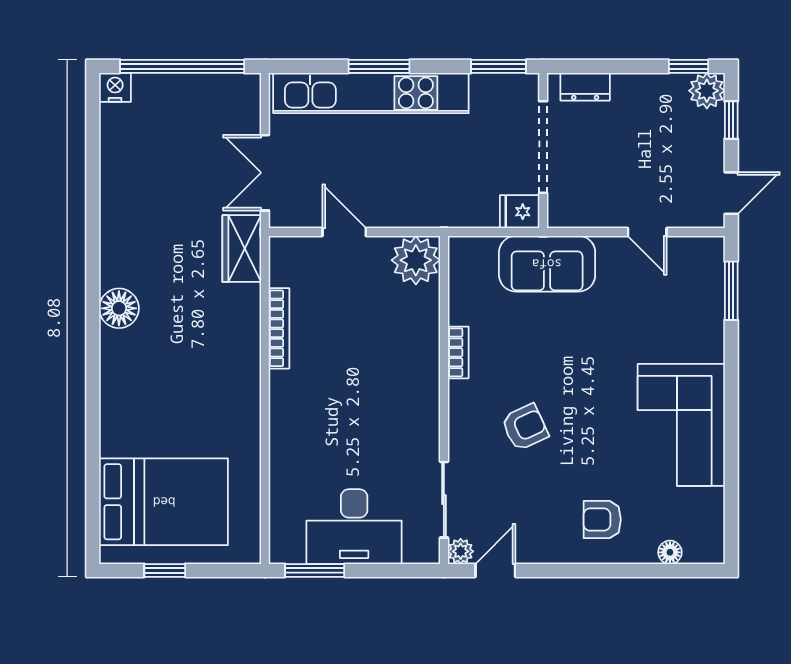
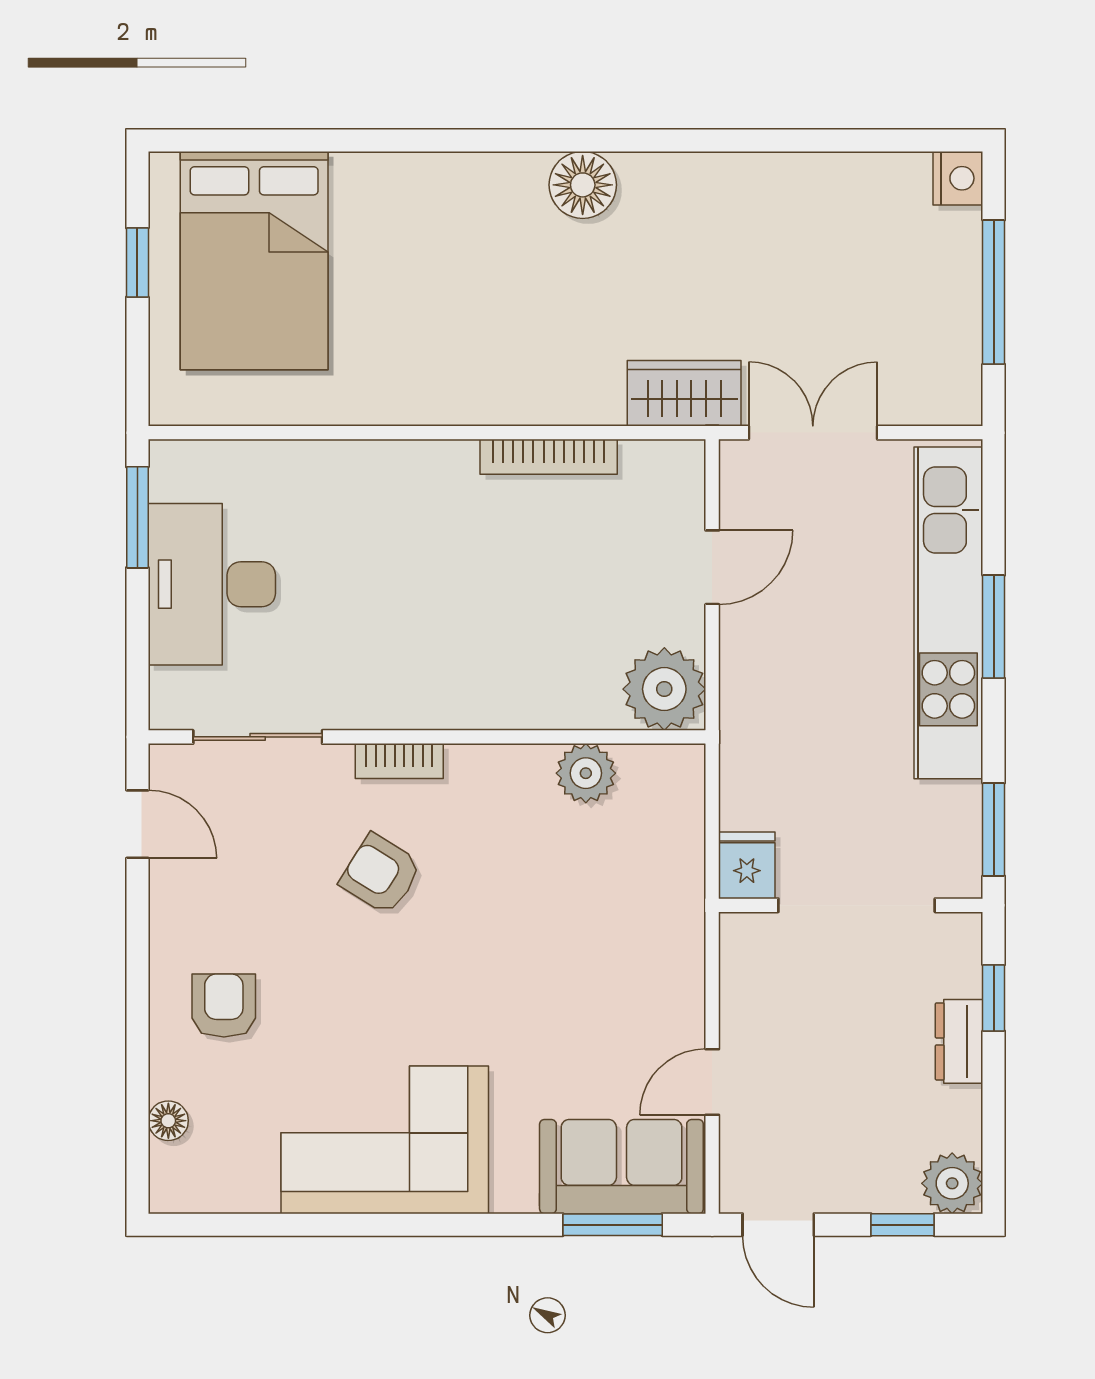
window: (182, 66) -> (994, 292), width x0.68
window: (689, 66) -> (994, 998), moved
dresser: (585, 87) -> (959, 1041), moved
sofa: (547, 264) -> (621, 1167), moved, turned 90
bookcase: (458, 352) -> (399, 761), moved
armchair: (525, 427) -> (381, 874), turned 147
plant: (461, 551) -> (586, 773), moved, width x1.38, depth x1.38

